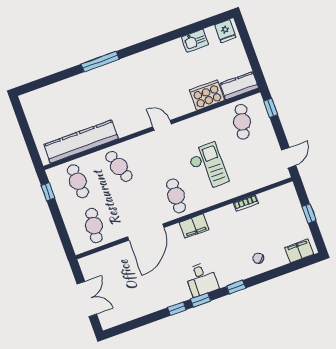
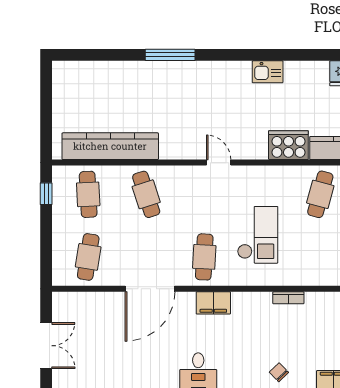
kitchen sink: (195, 41) -> (268, 72), moved

